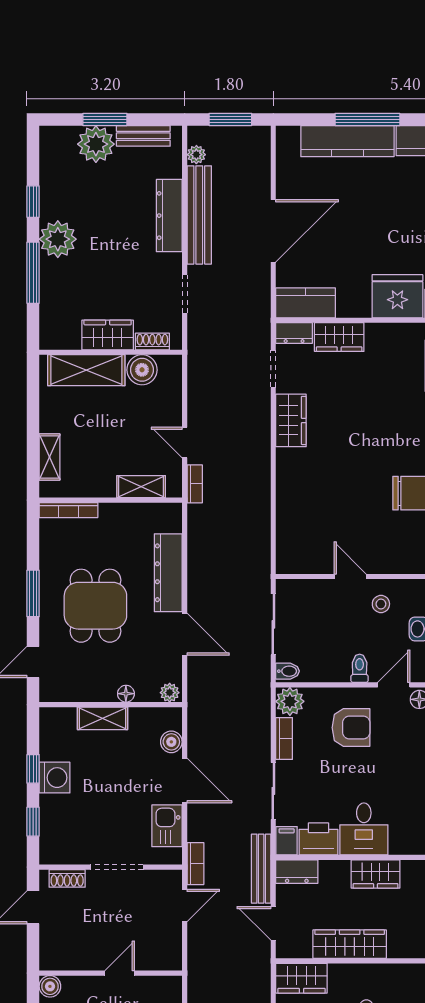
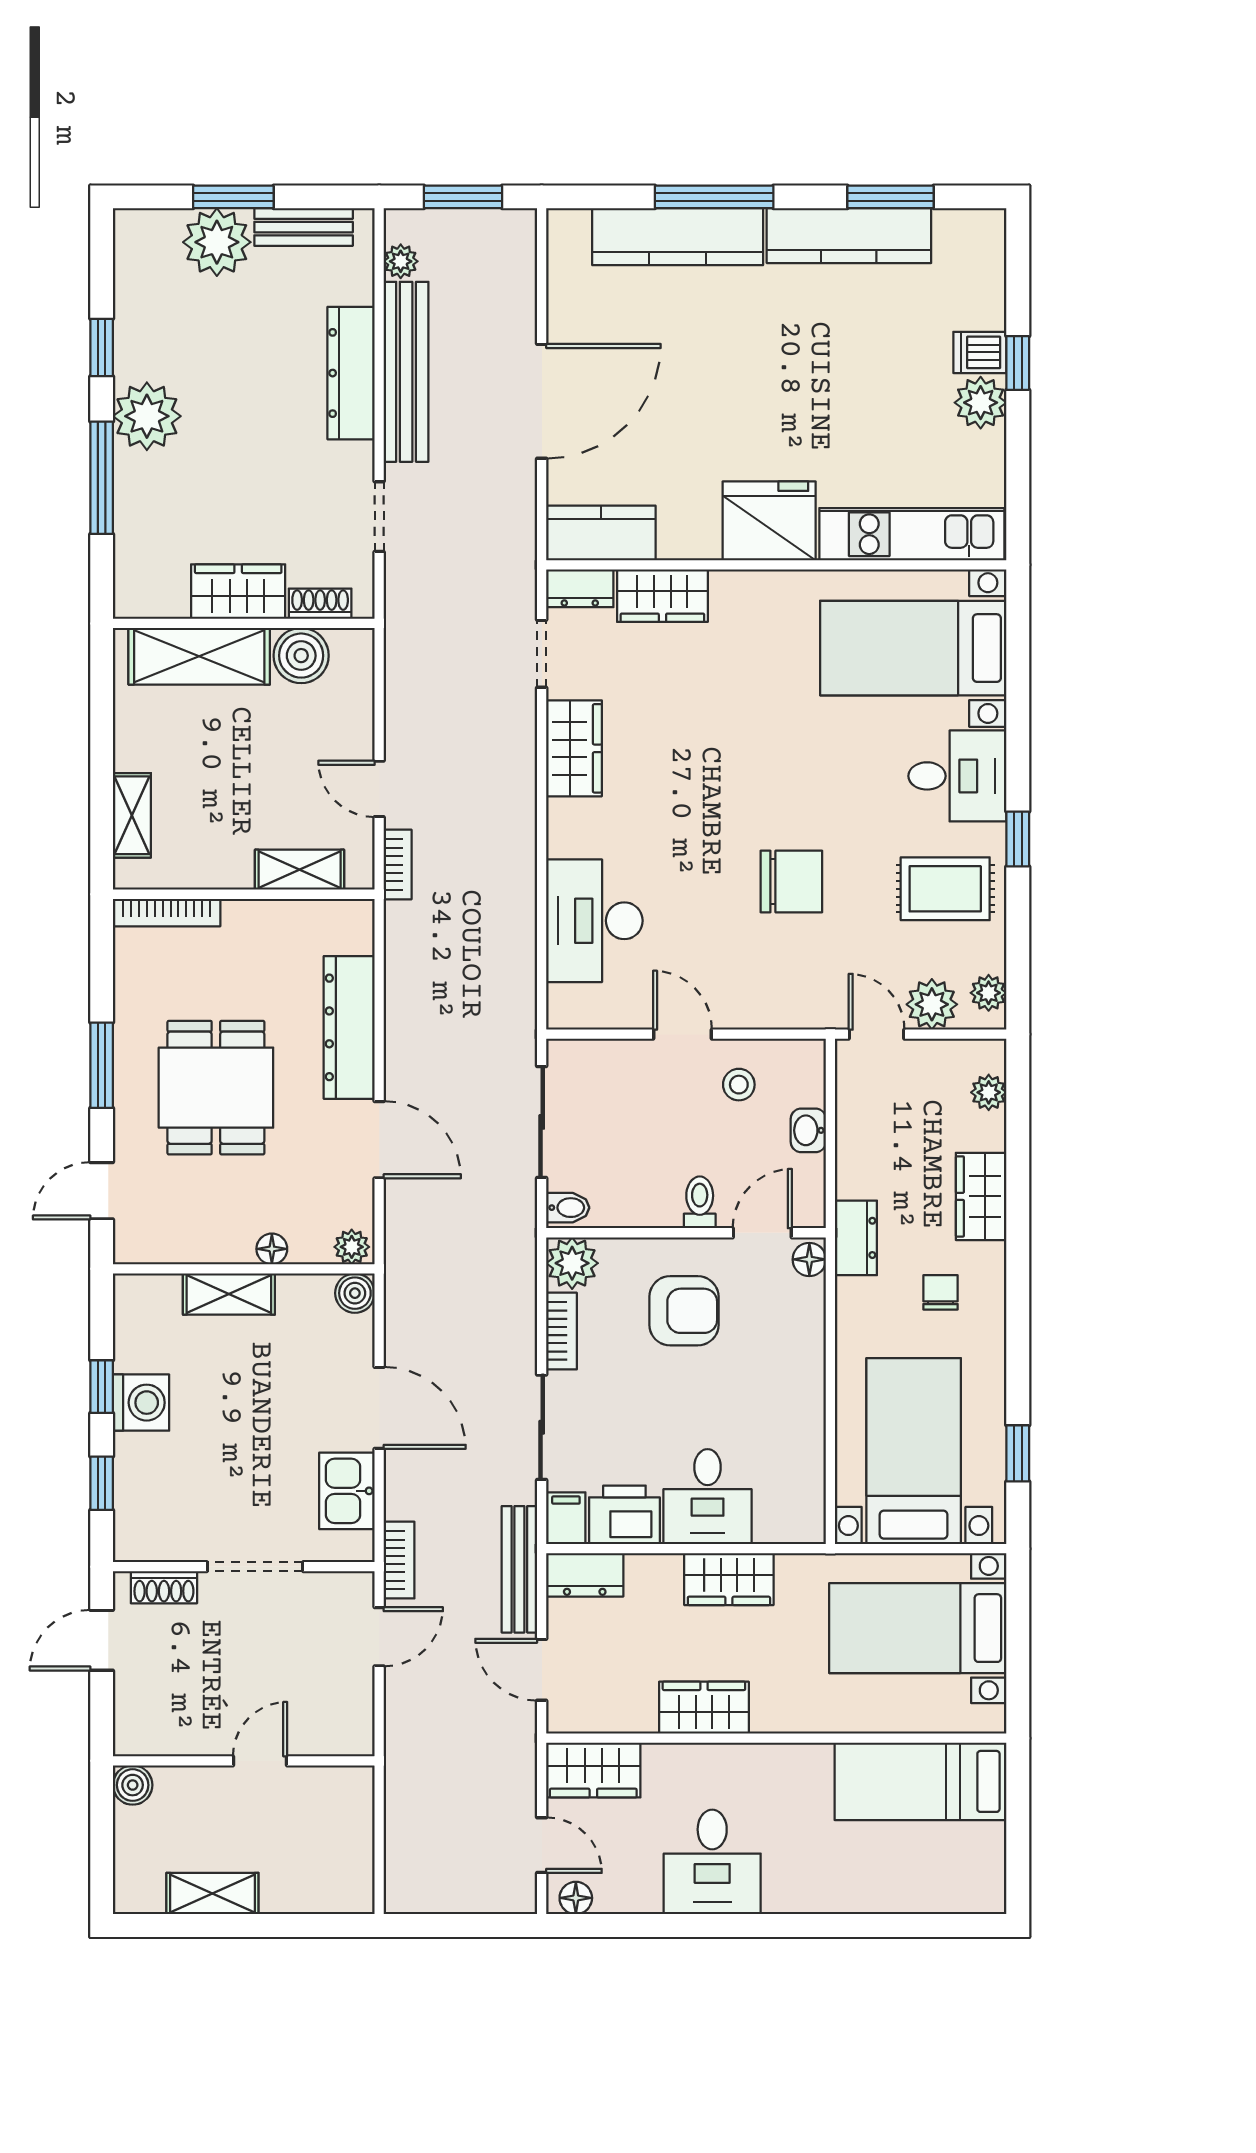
desk: (302, 515) -> (594, 921), added
boiler: (171, 742) -> (355, 1293), moved
wardrobe: (350, 944) -> (704, 1708), width x0.67

